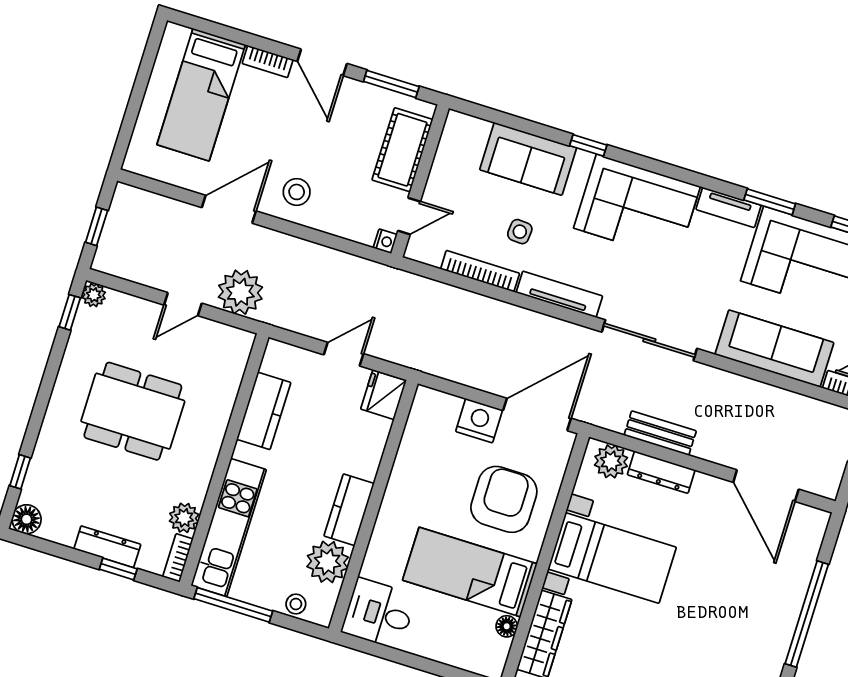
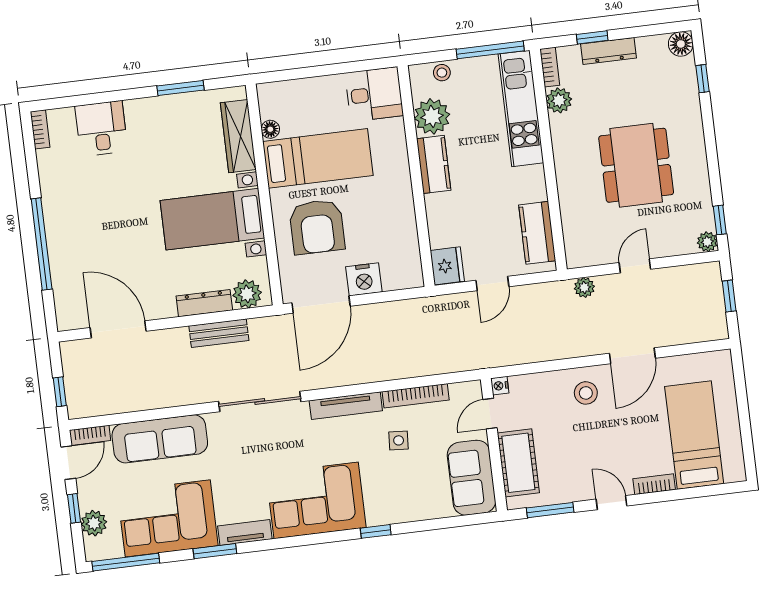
door: (322, 62) -> (611, 503), width x0.73
sofa: (528, 159) -> (471, 478), moved, turned -90
plant: (240, 292) -> (584, 287), width x0.53, depth x0.53
dining table: (133, 411) -> (636, 165), turned 90
kitchen counter: (264, 411) -> (537, 233), moved

